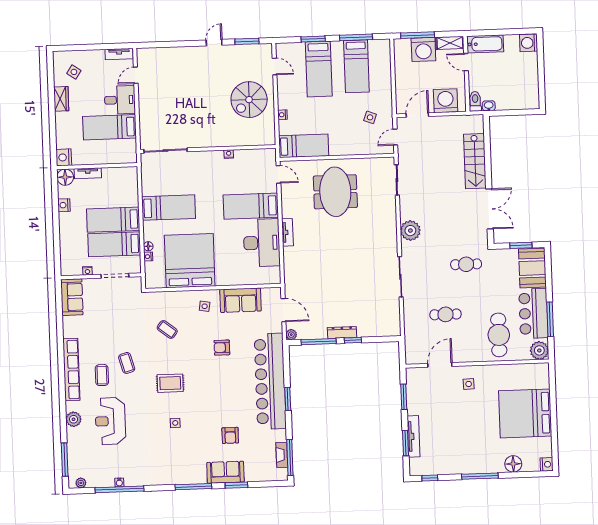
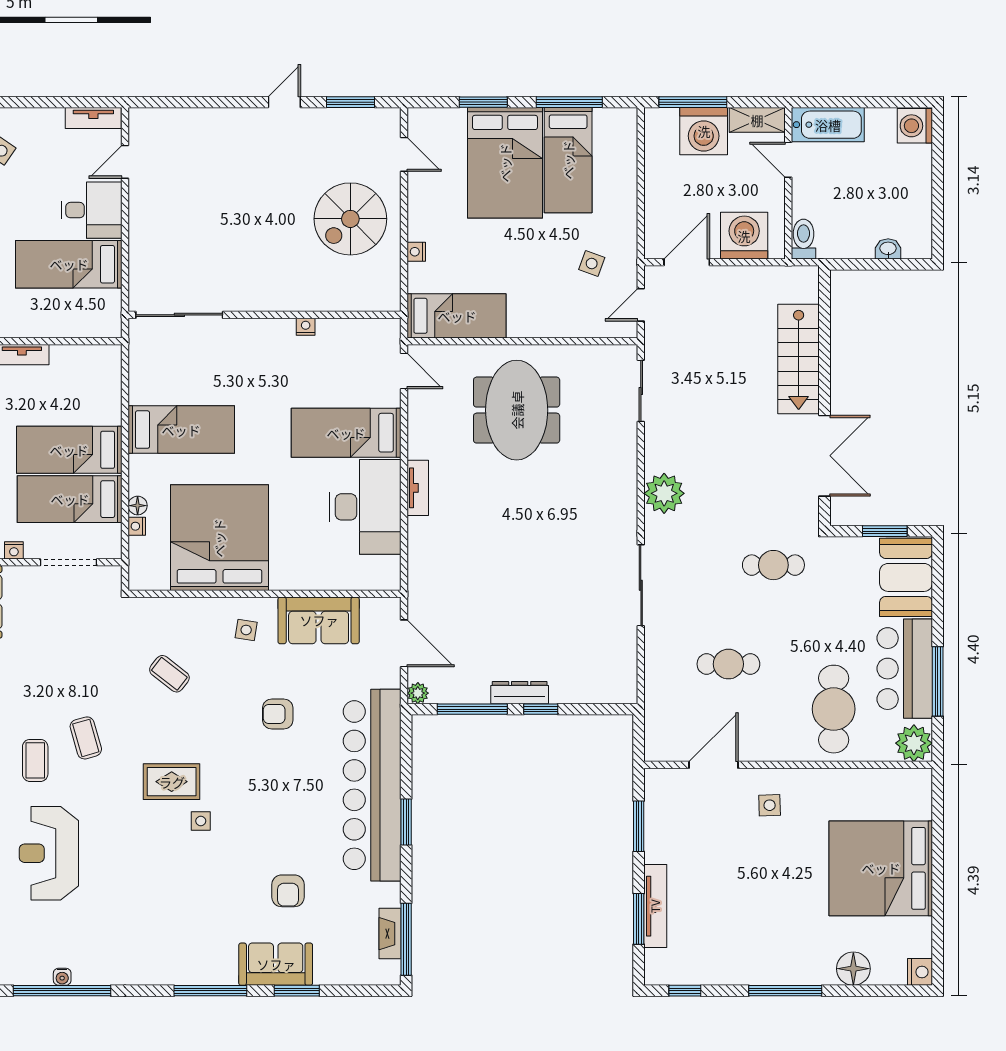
bed: (319, 69) -> (505, 163), width x1.50
washbasin: (489, 106) -> (888, 249), moved
side table: (175, 423) -> (201, 821), moved

